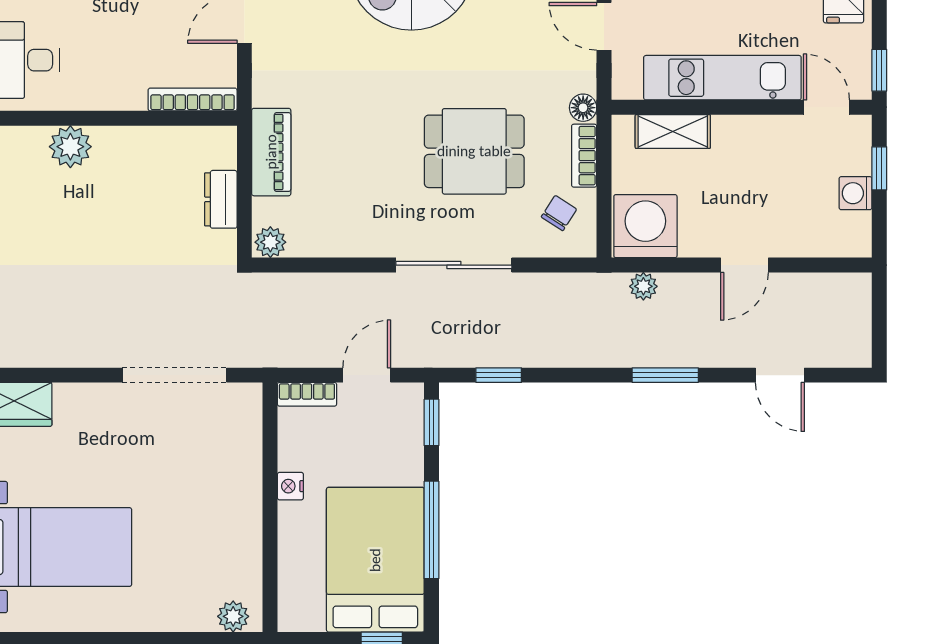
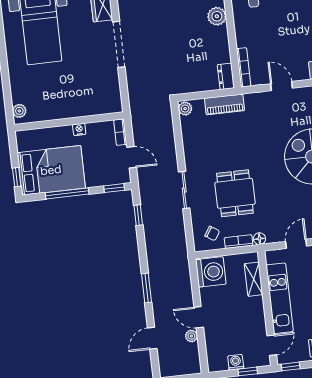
dresser: (221, 199) -> (226, 76), moved, turned -90
sliding door: (454, 265) -> (184, 190), width x0.73
plant: (643, 286) -> (191, 336), moved
doorway: (174, 375) -> (119, 44), moved

